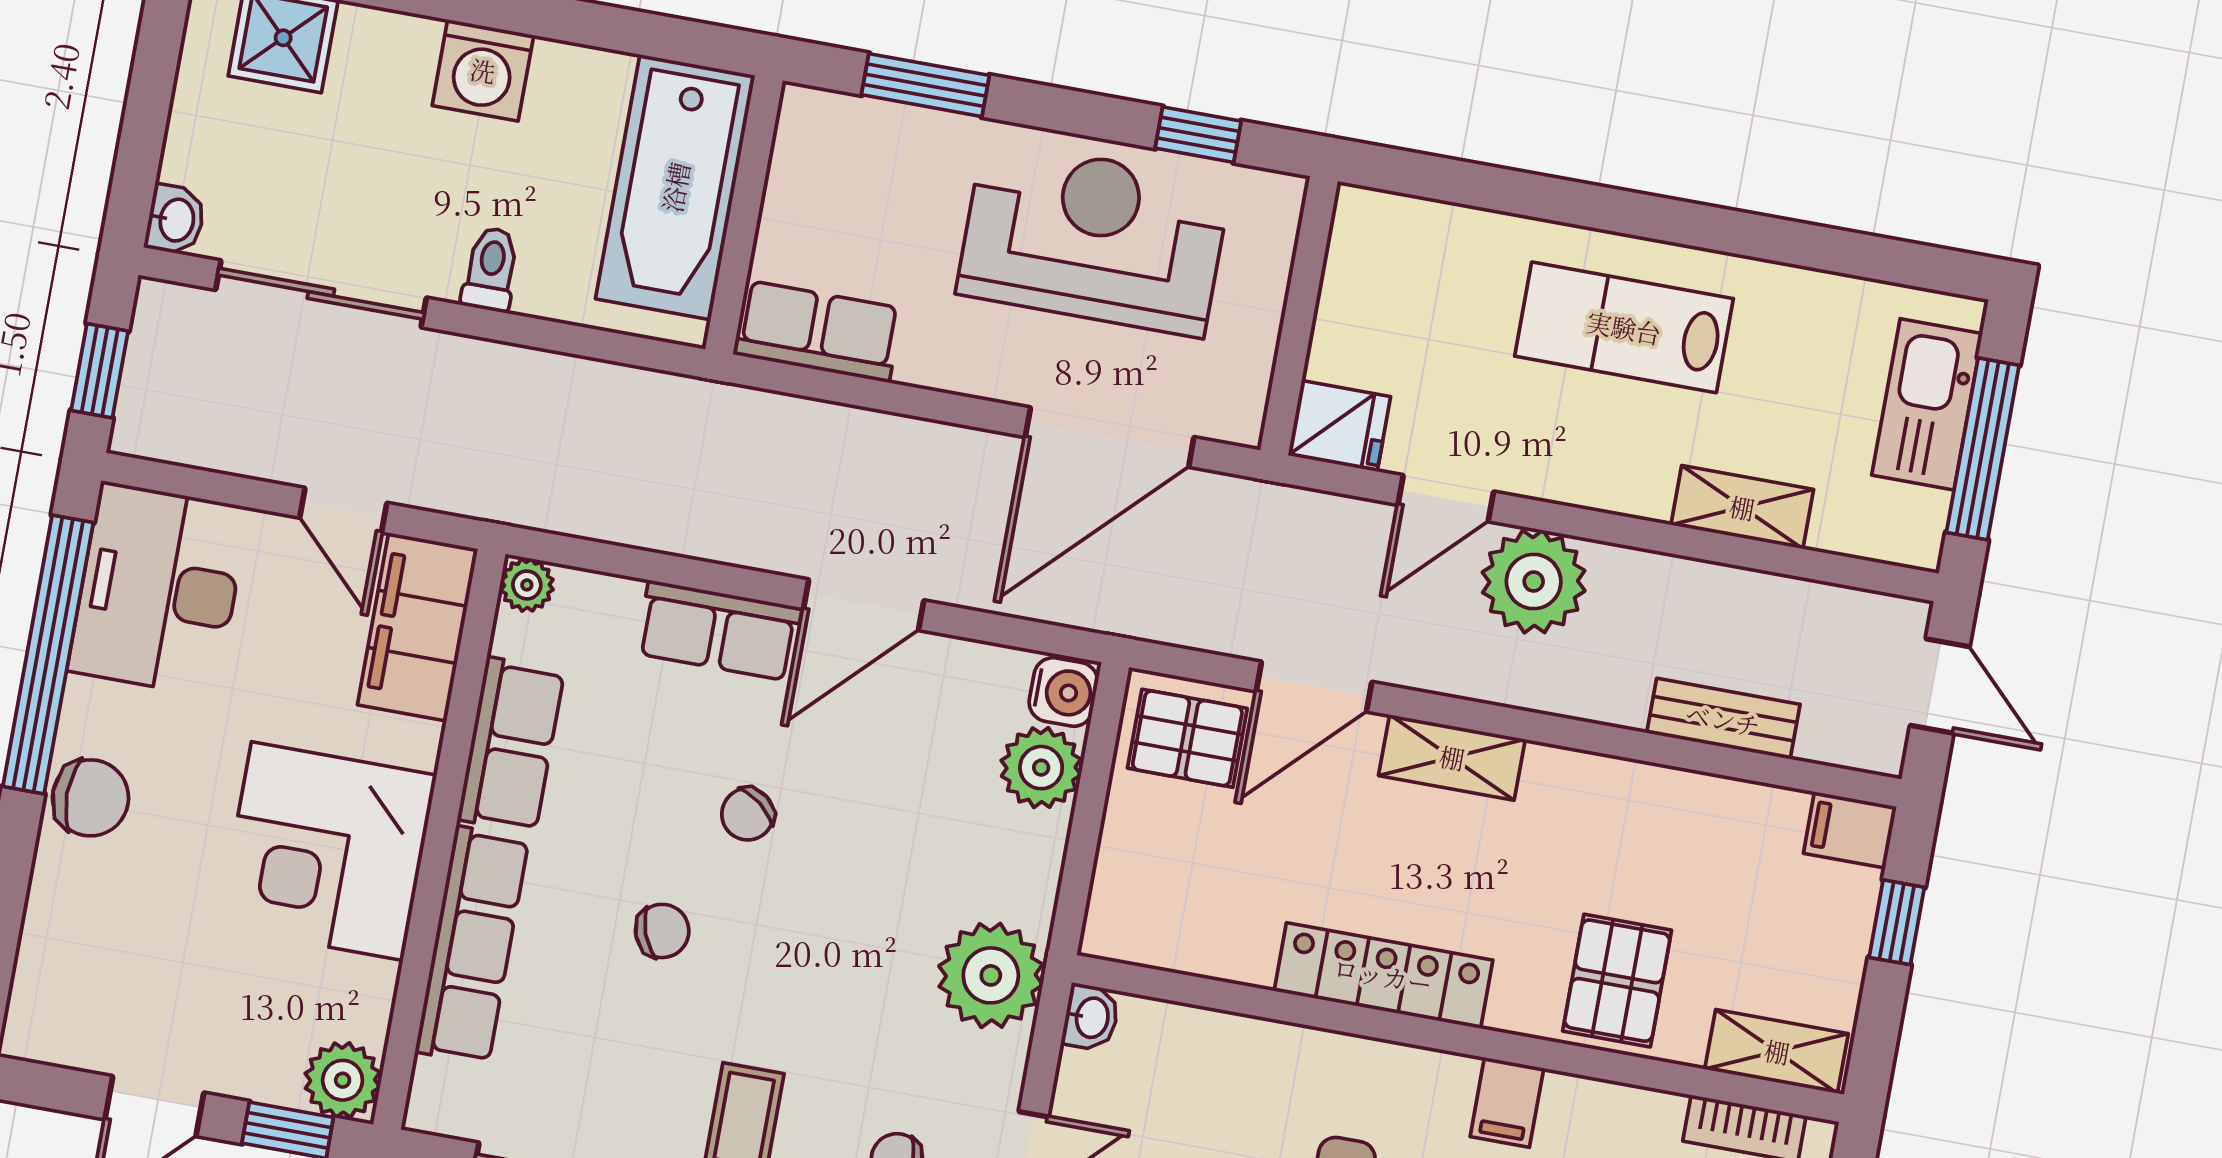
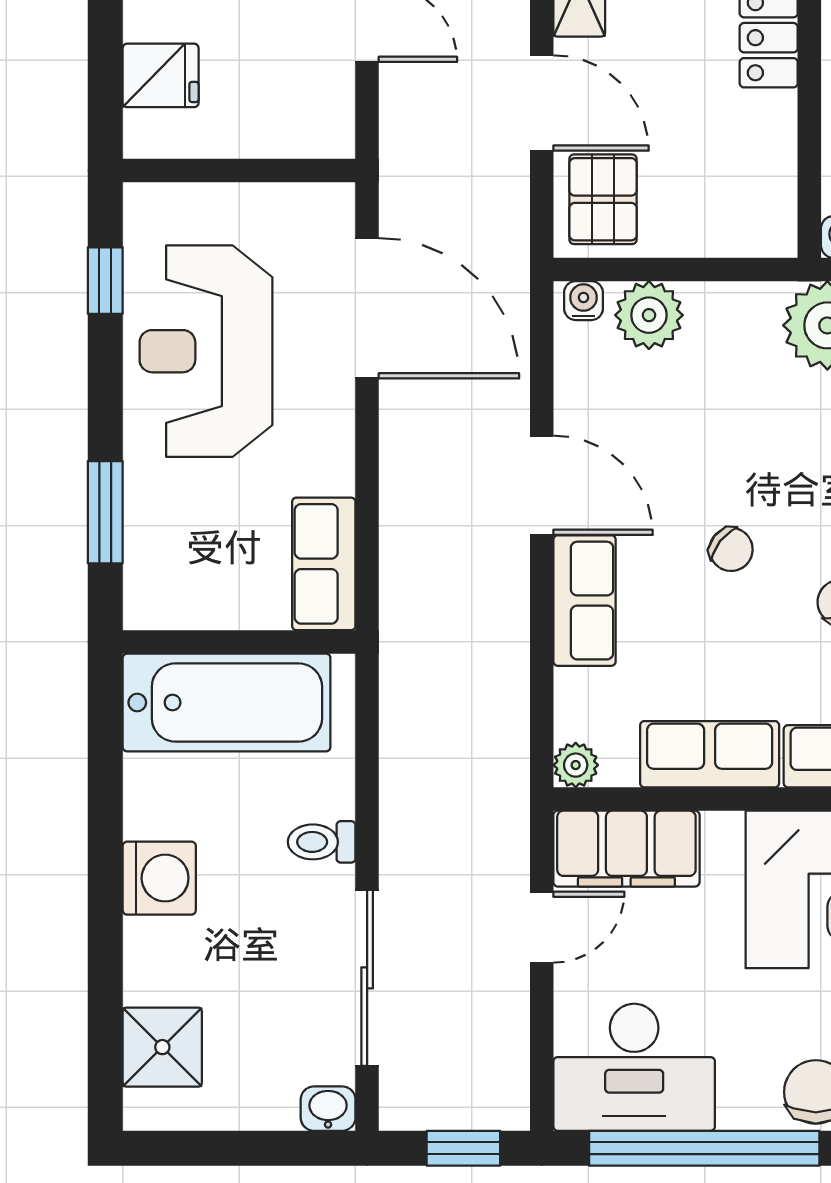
fridge: (1339, 426) -> (161, 75), moved, turned 90
water cooler: (1063, 692) -> (583, 301), width x0.72, depth x0.72

